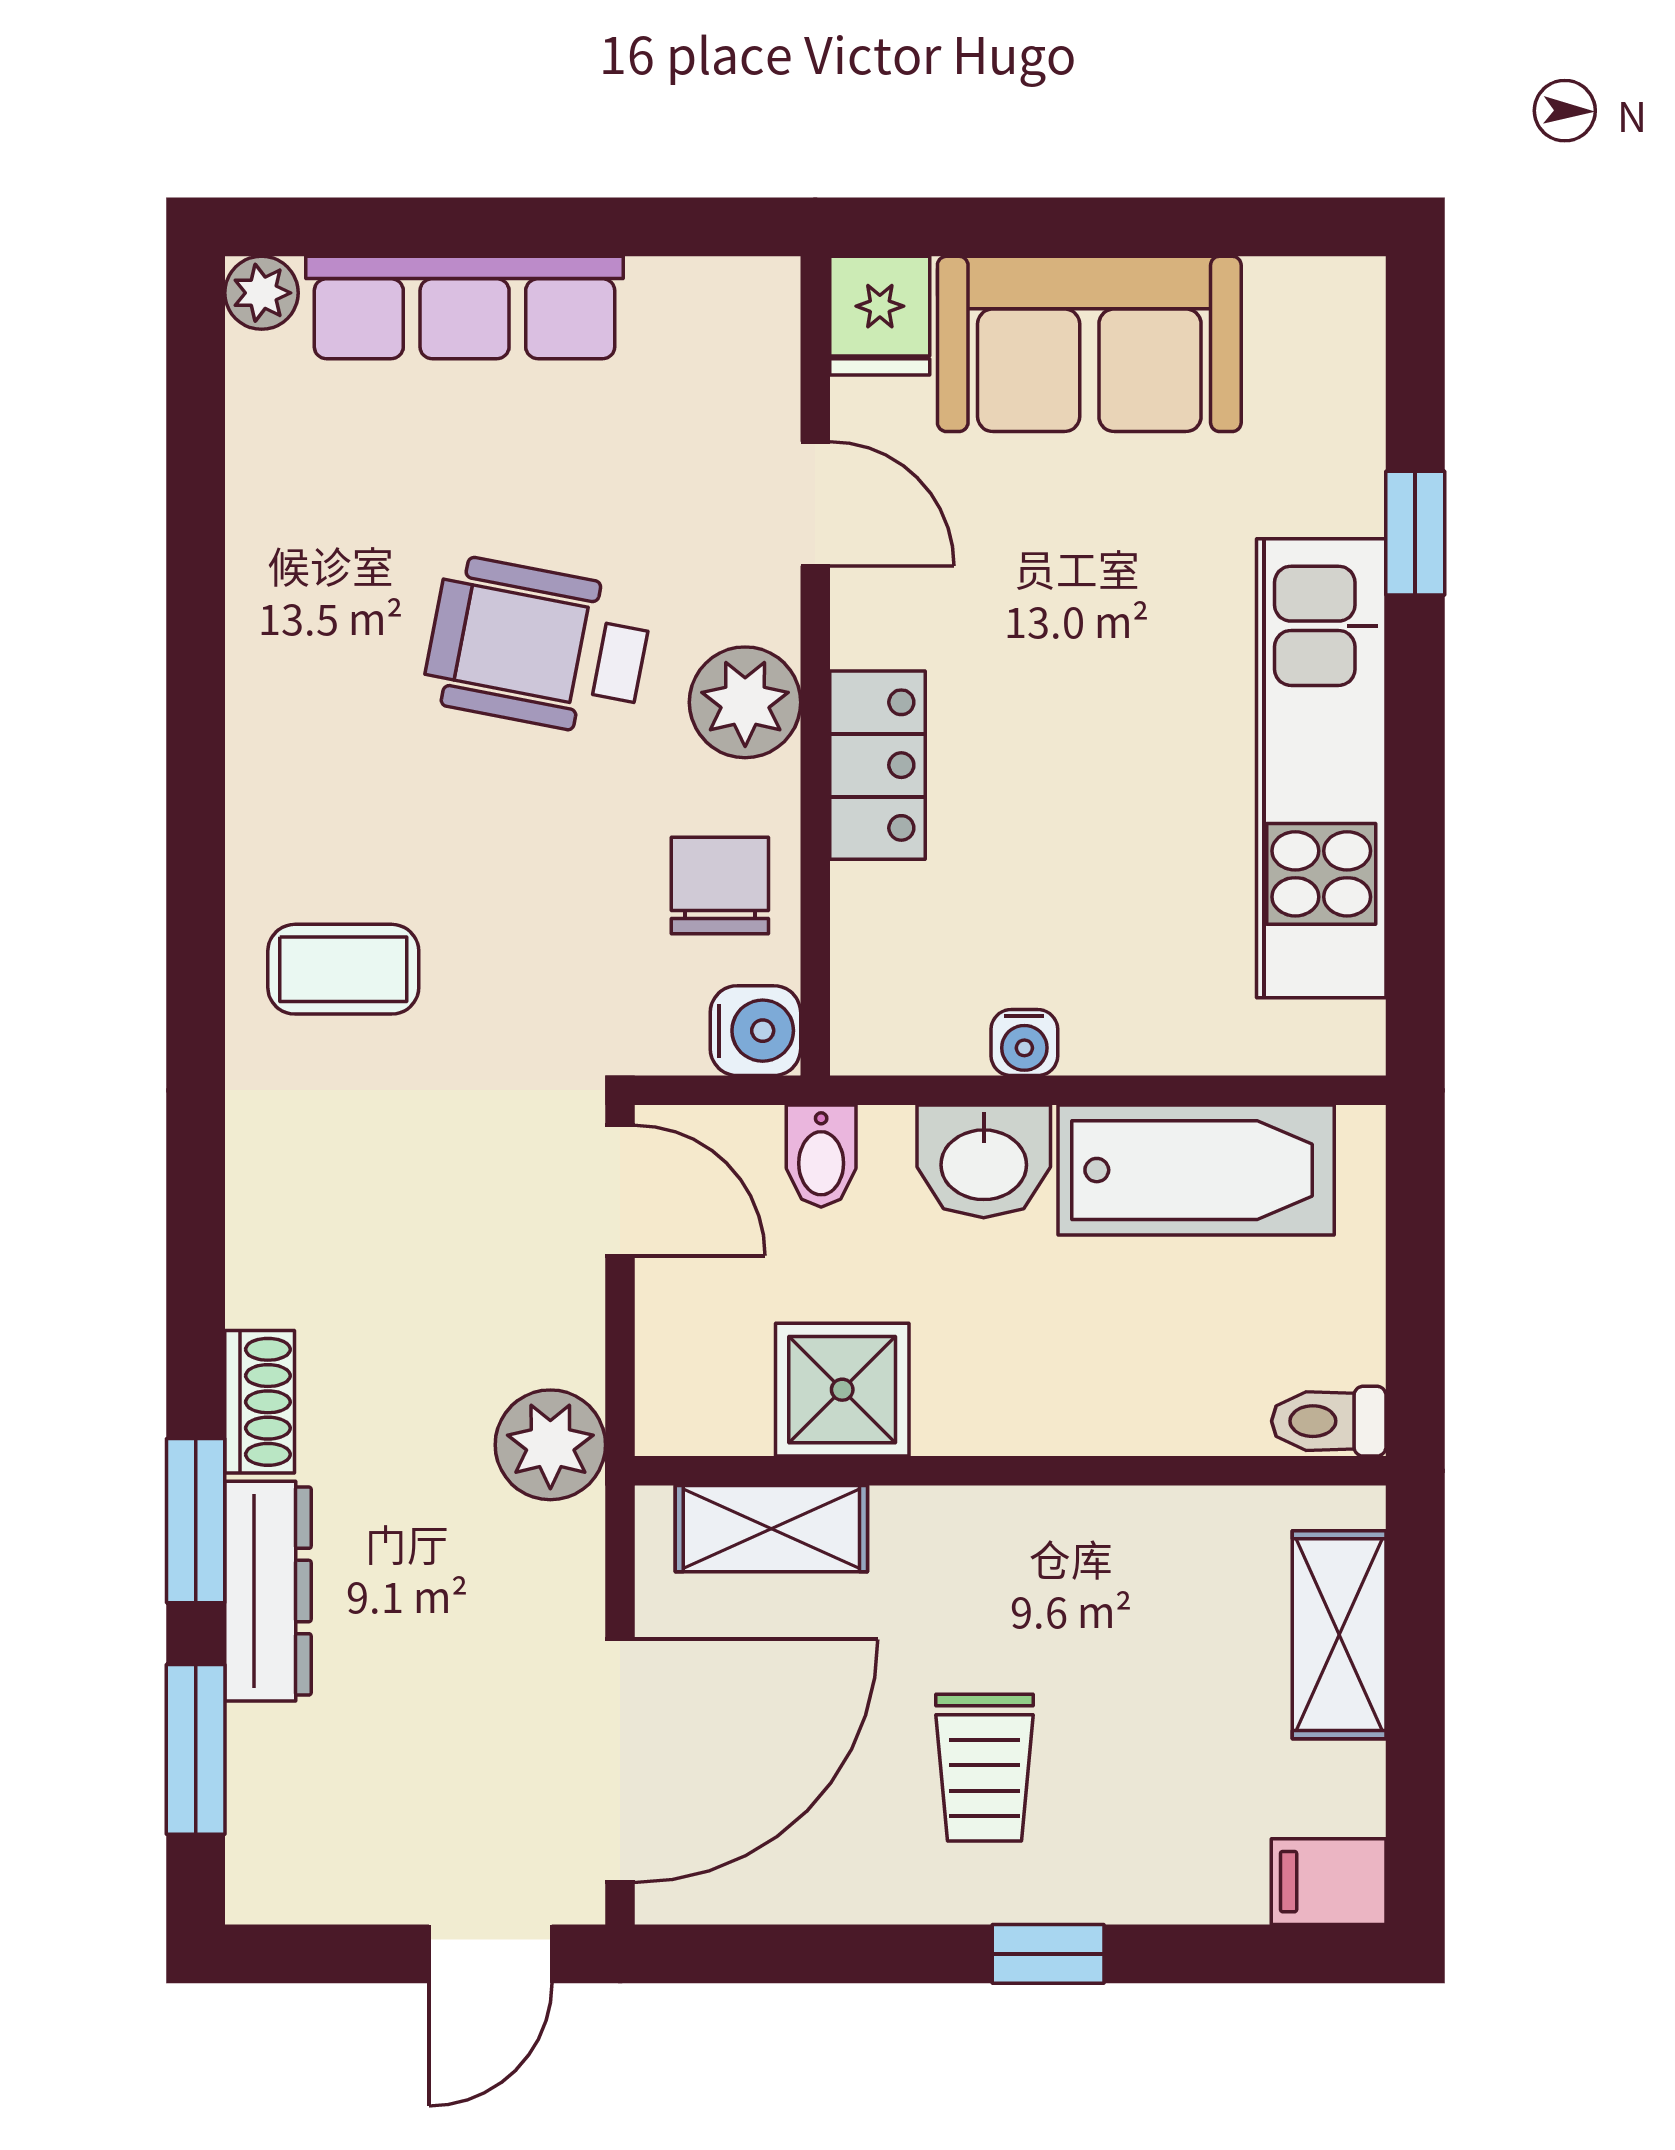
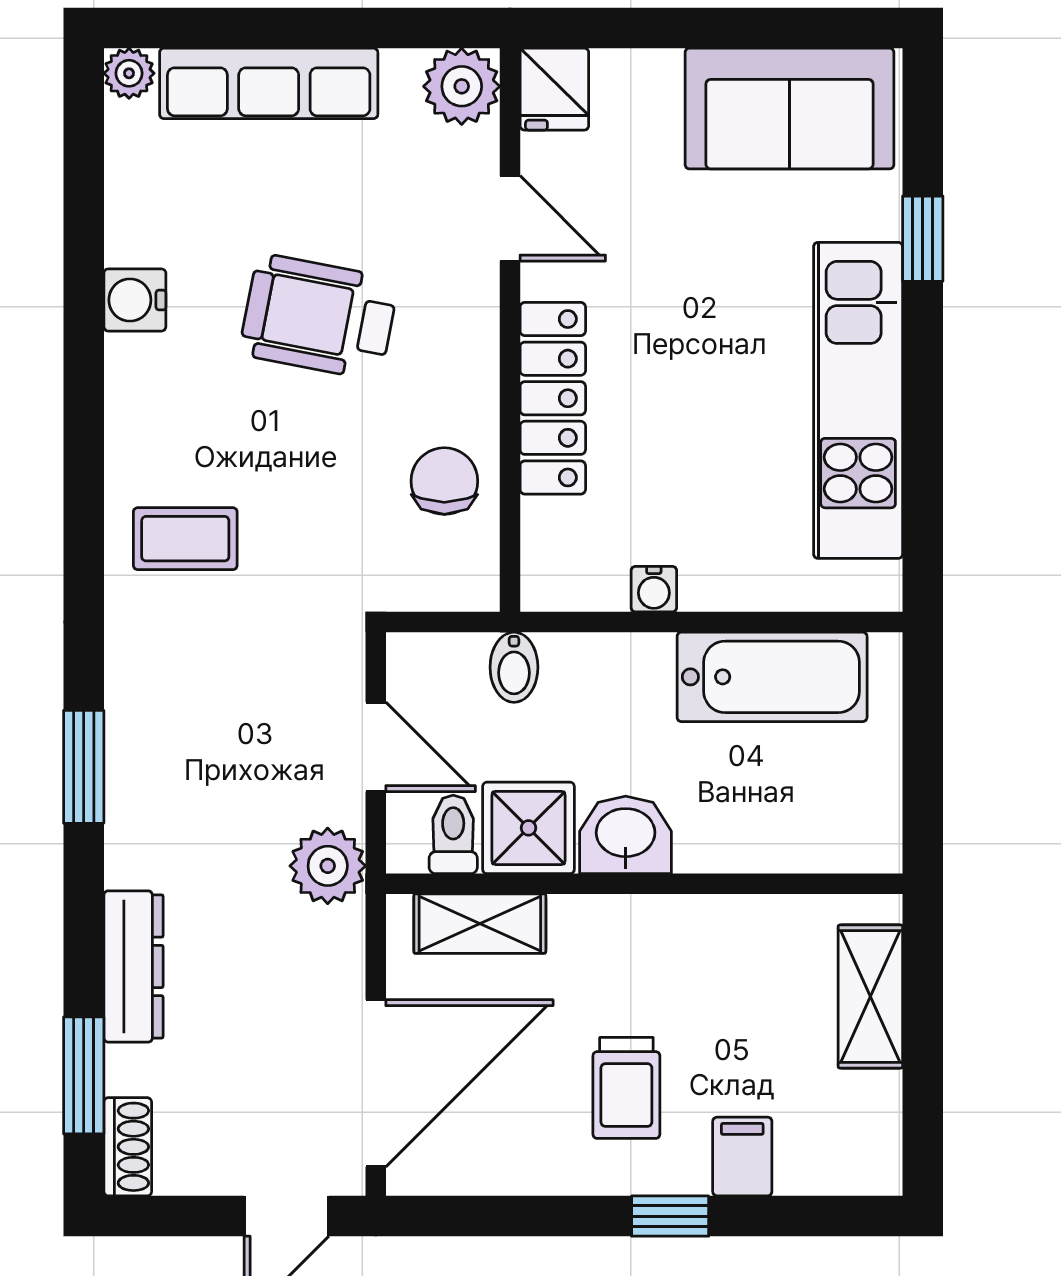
sofa: (1089, 344) -> (789, 108), moved
plant: (745, 702) -> (462, 86), moved
locker: (877, 765) -> (553, 398), width x1.53
water cooler: (755, 1031) -> (135, 300), moved, turned 180
washbasin: (984, 1161) -> (626, 835), moved, turned 180
door: (620, 1190) -> (376, 747), moved
shoe rack: (260, 1402) -> (128, 1147), moved
toilet: (1329, 1421) -> (453, 834), moved, turned 90
window: (196, 1521) -> (84, 767), moved
filing cabinet: (1329, 1882) -> (742, 1156), moved, turned 90

